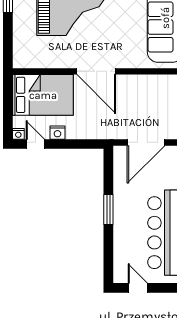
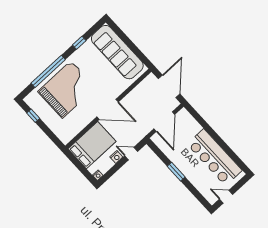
door: (35, 144) -> (131, 154), moved

